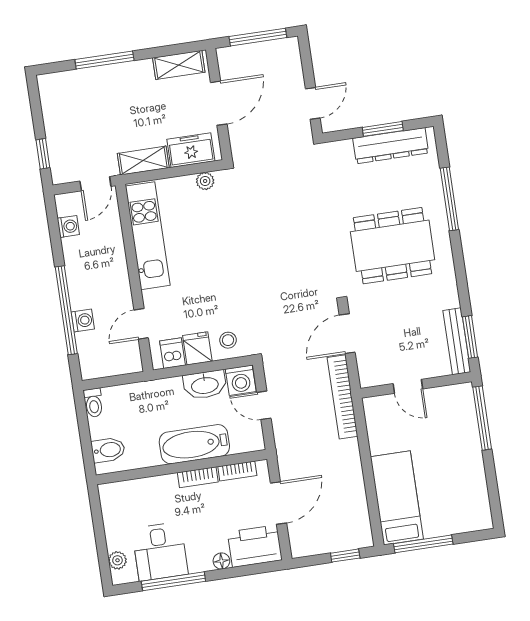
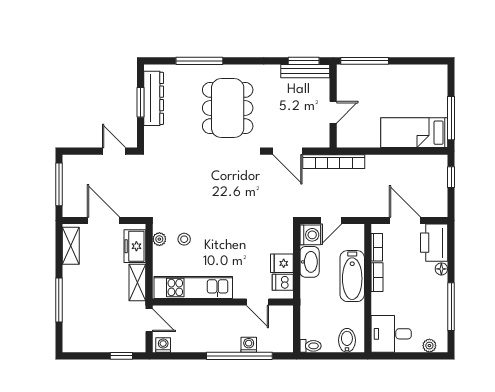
washing machine: (68, 226) -> (163, 345), moved
stool: (228, 340) -> (184, 239), moved
desk: (160, 552) -> (391, 334), moved, turned 180

